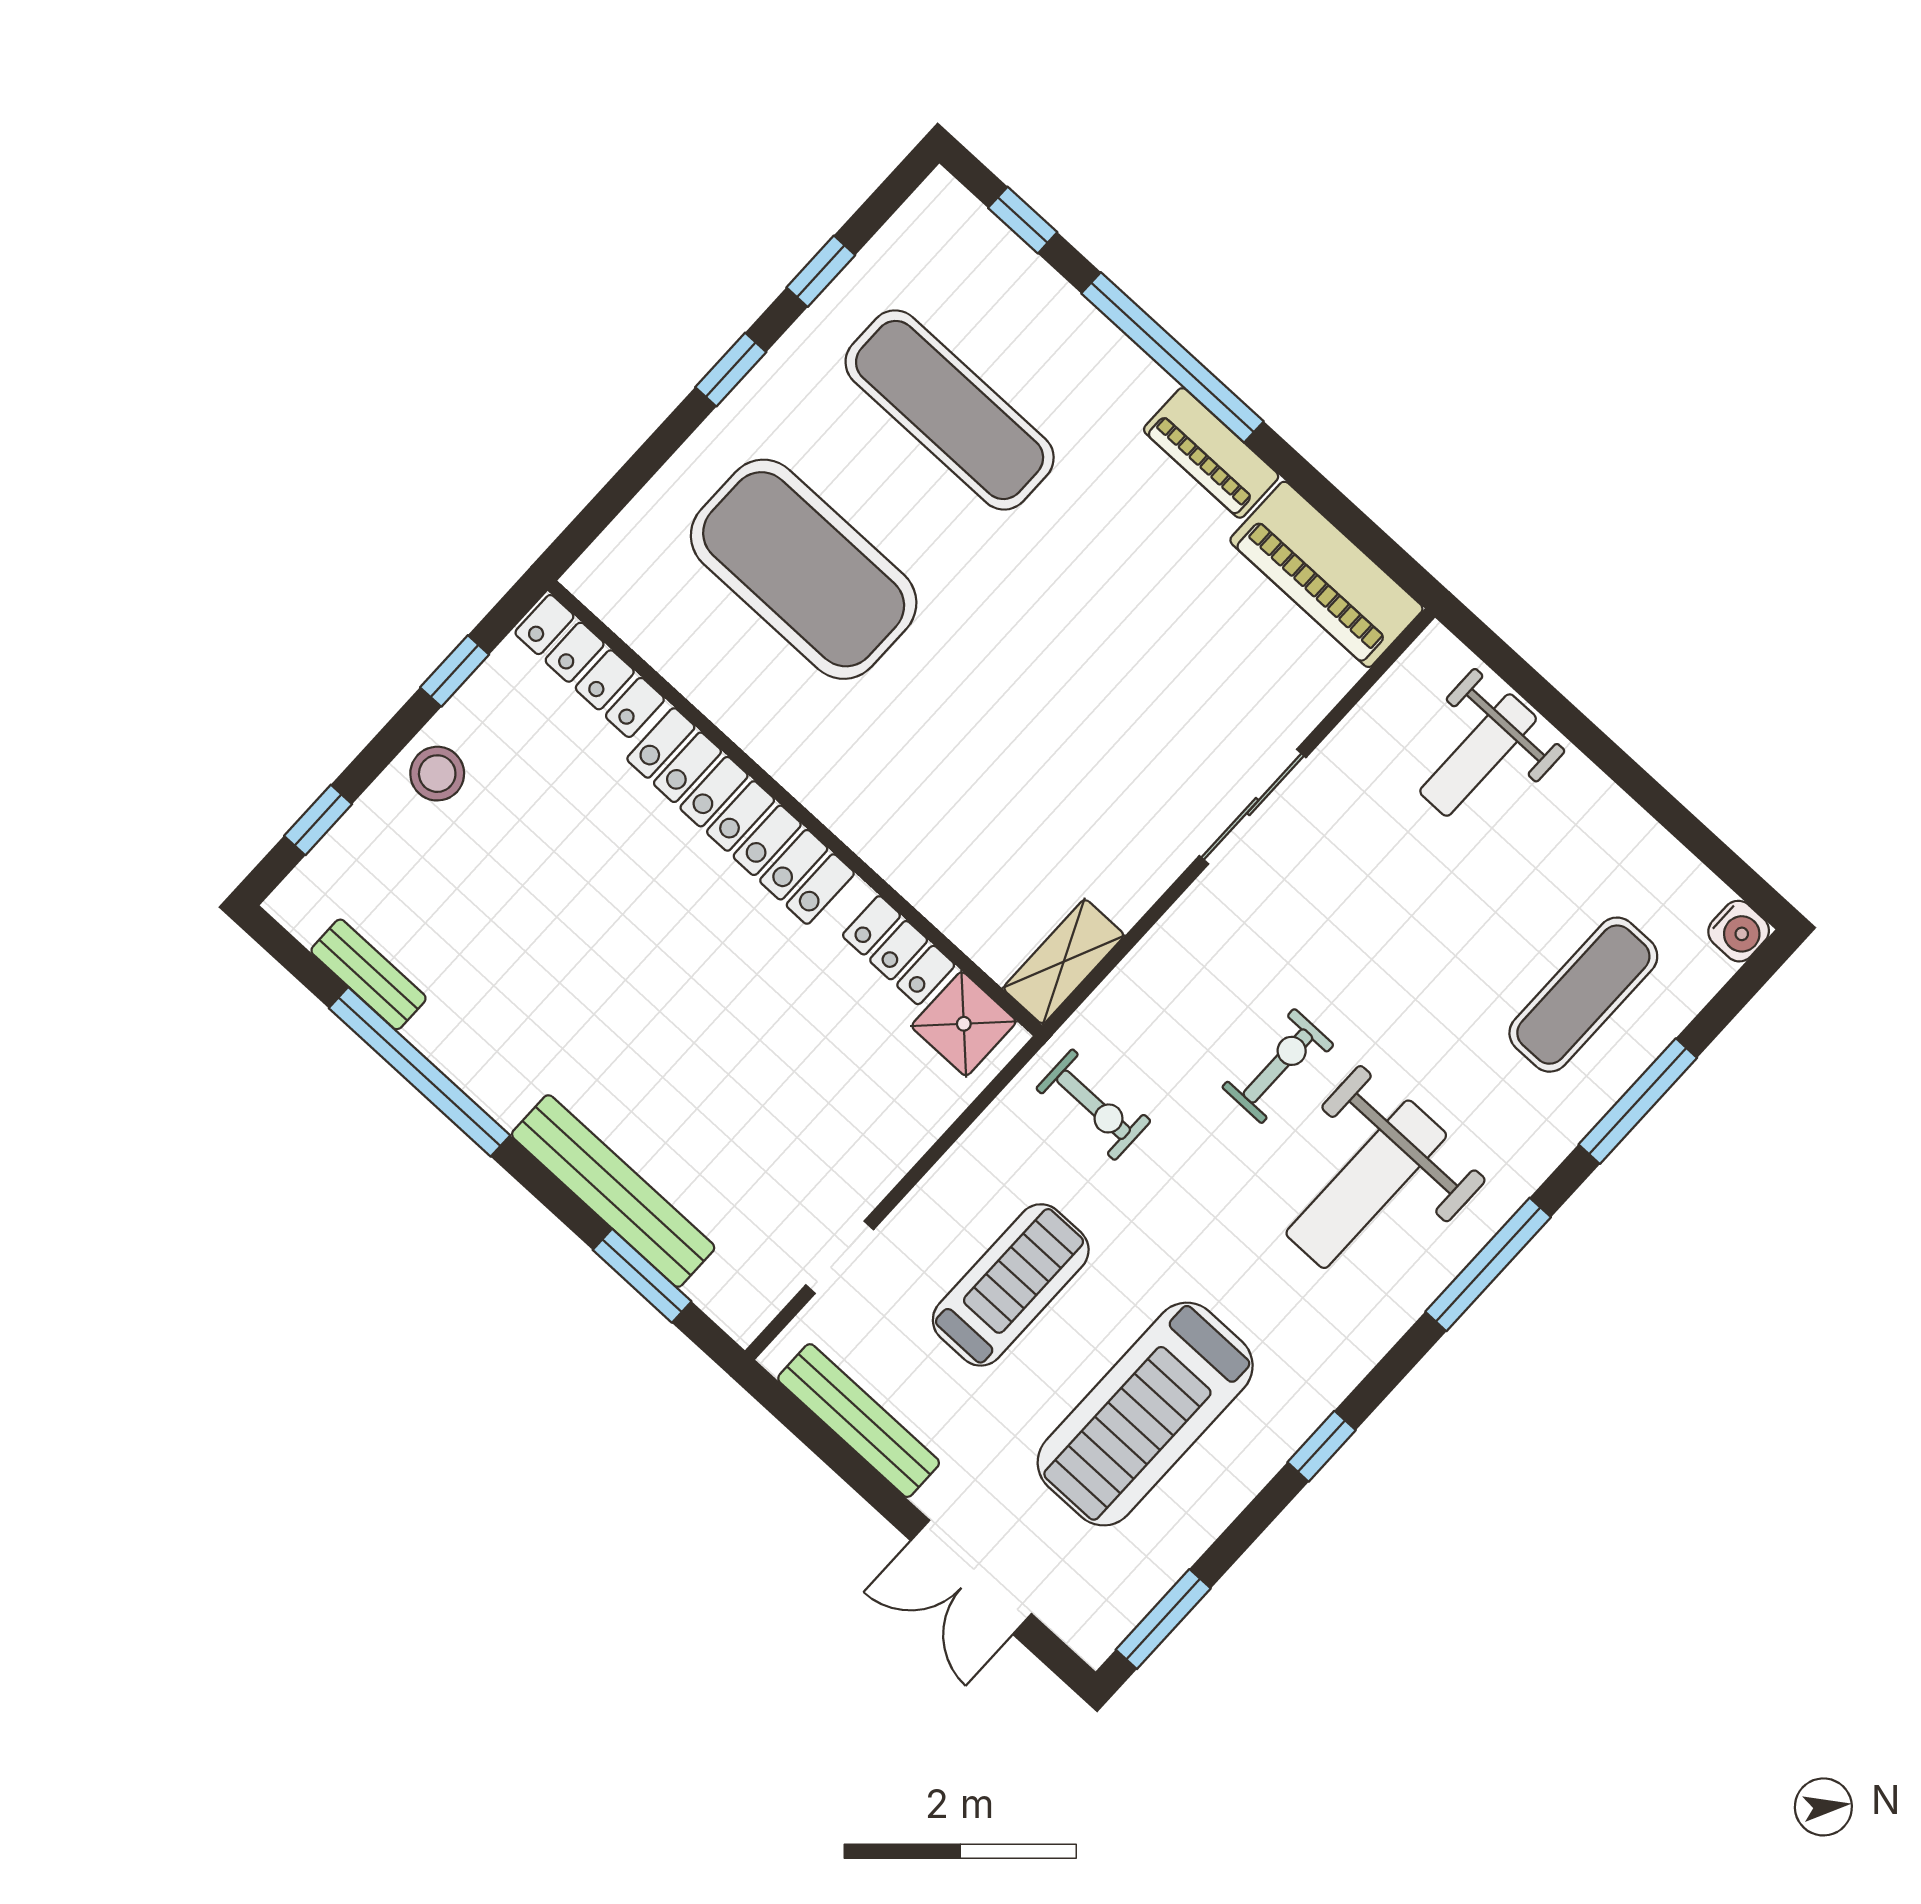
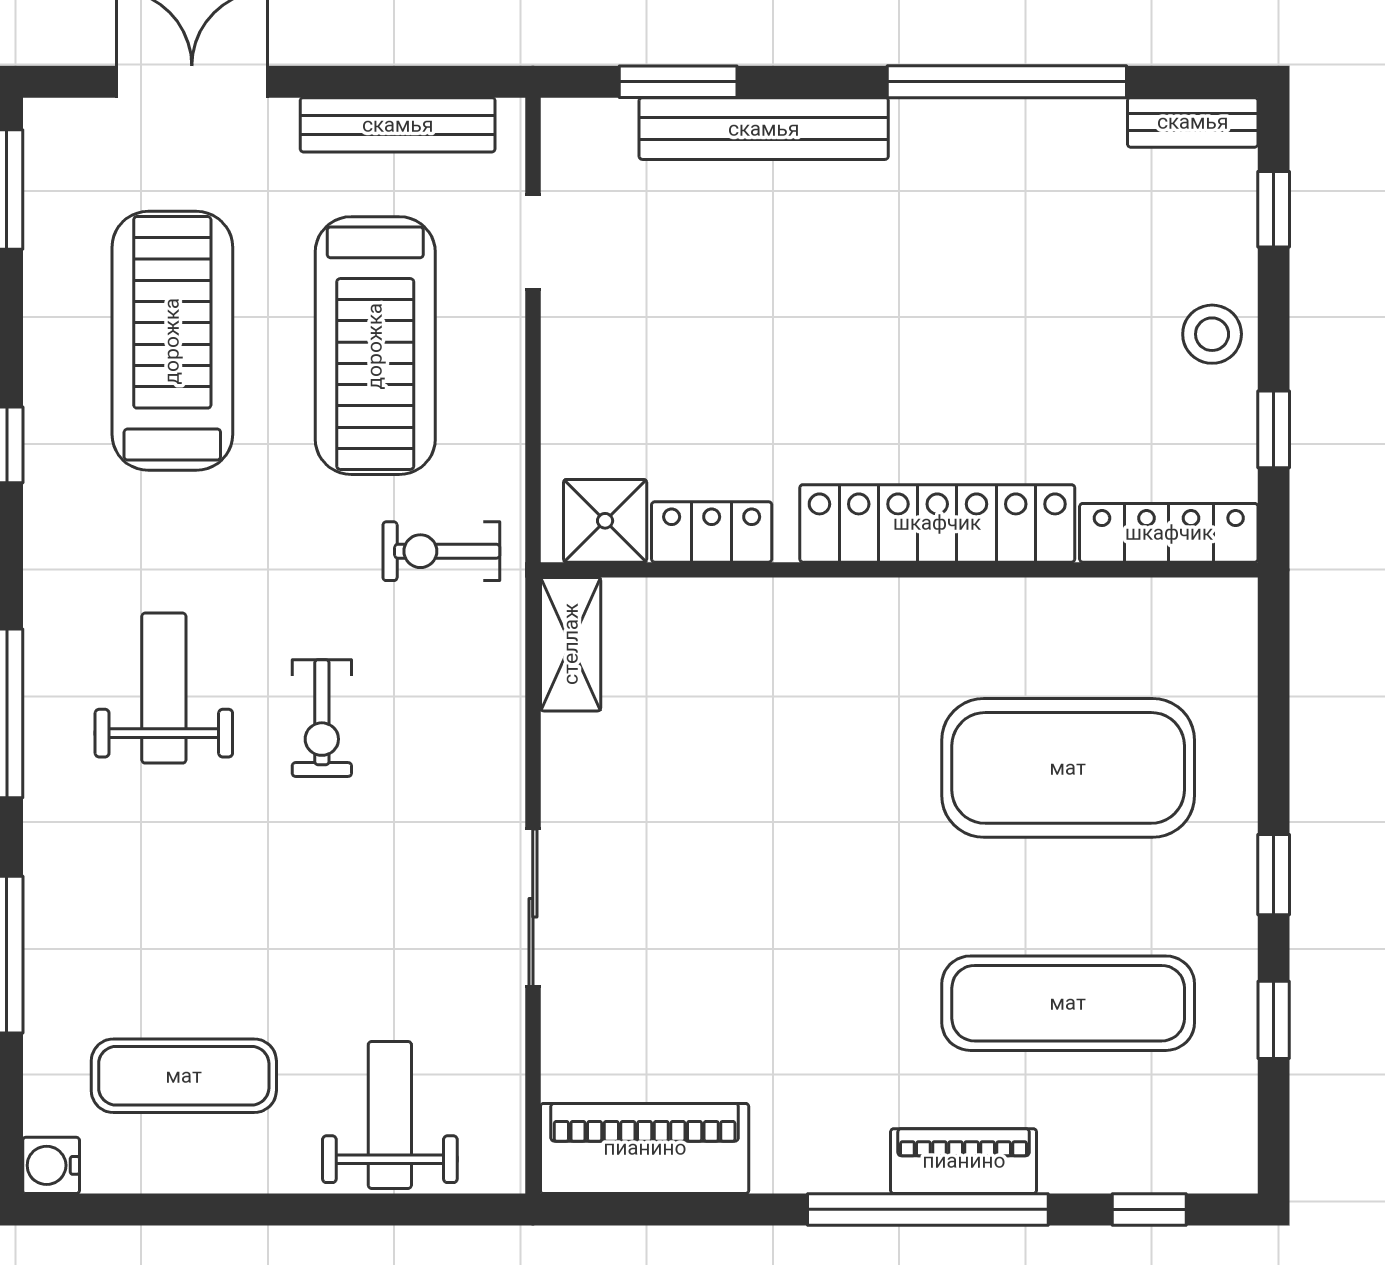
piano: (1211, 453) -> (964, 1161), moved
bench: (369, 974) -> (1193, 122), moved
exercise mat: (1583, 995) -> (184, 1076), moved, turned 90
weight bench: (1366, 1184) -> (164, 688), width x0.73, depth x0.75
treadmill: (1011, 1285) -> (375, 346), width x1.37, depth x1.37

